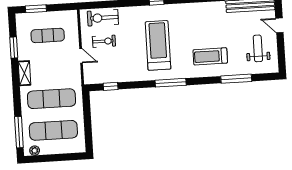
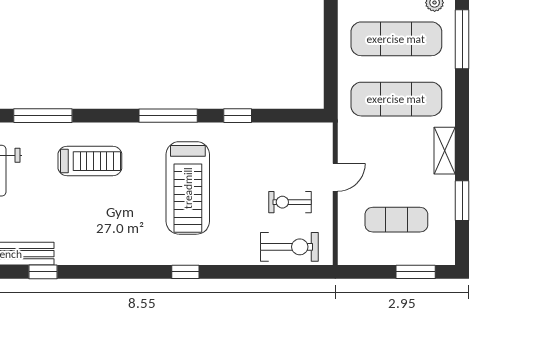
door: (81, 56) -> (335, 177), swing flipped
window: (111, 86) -> (238, 116), moved

